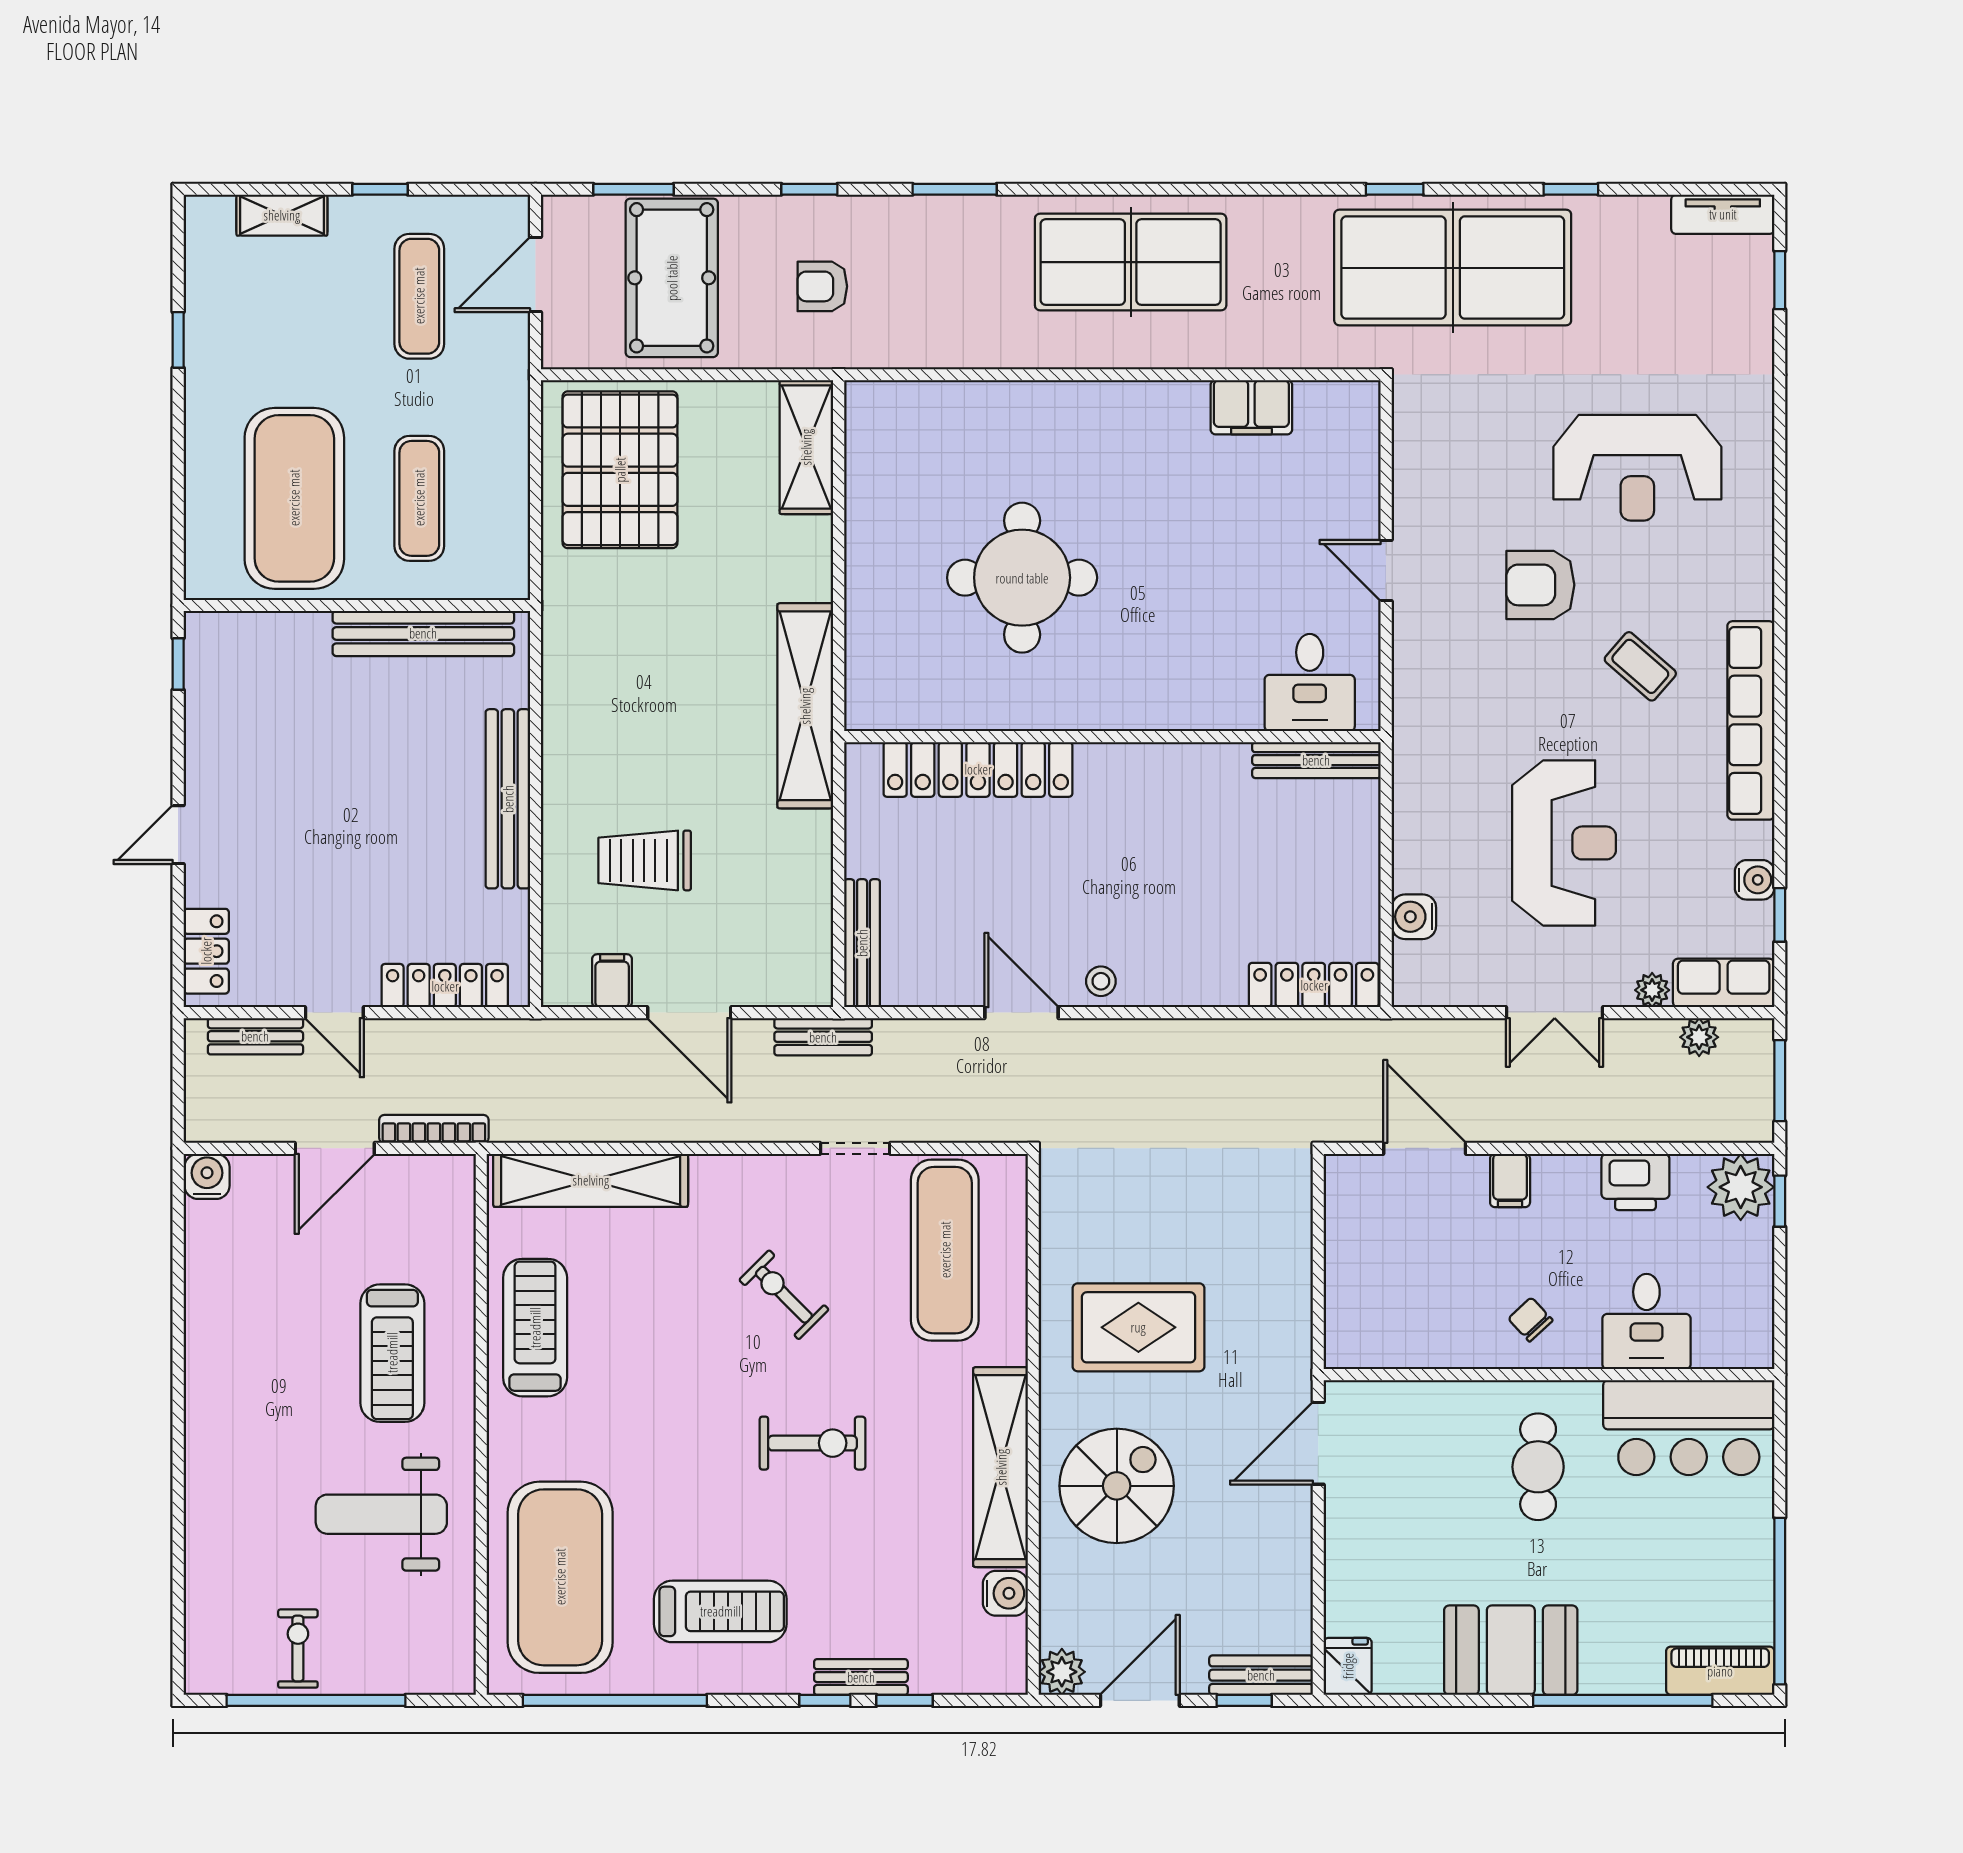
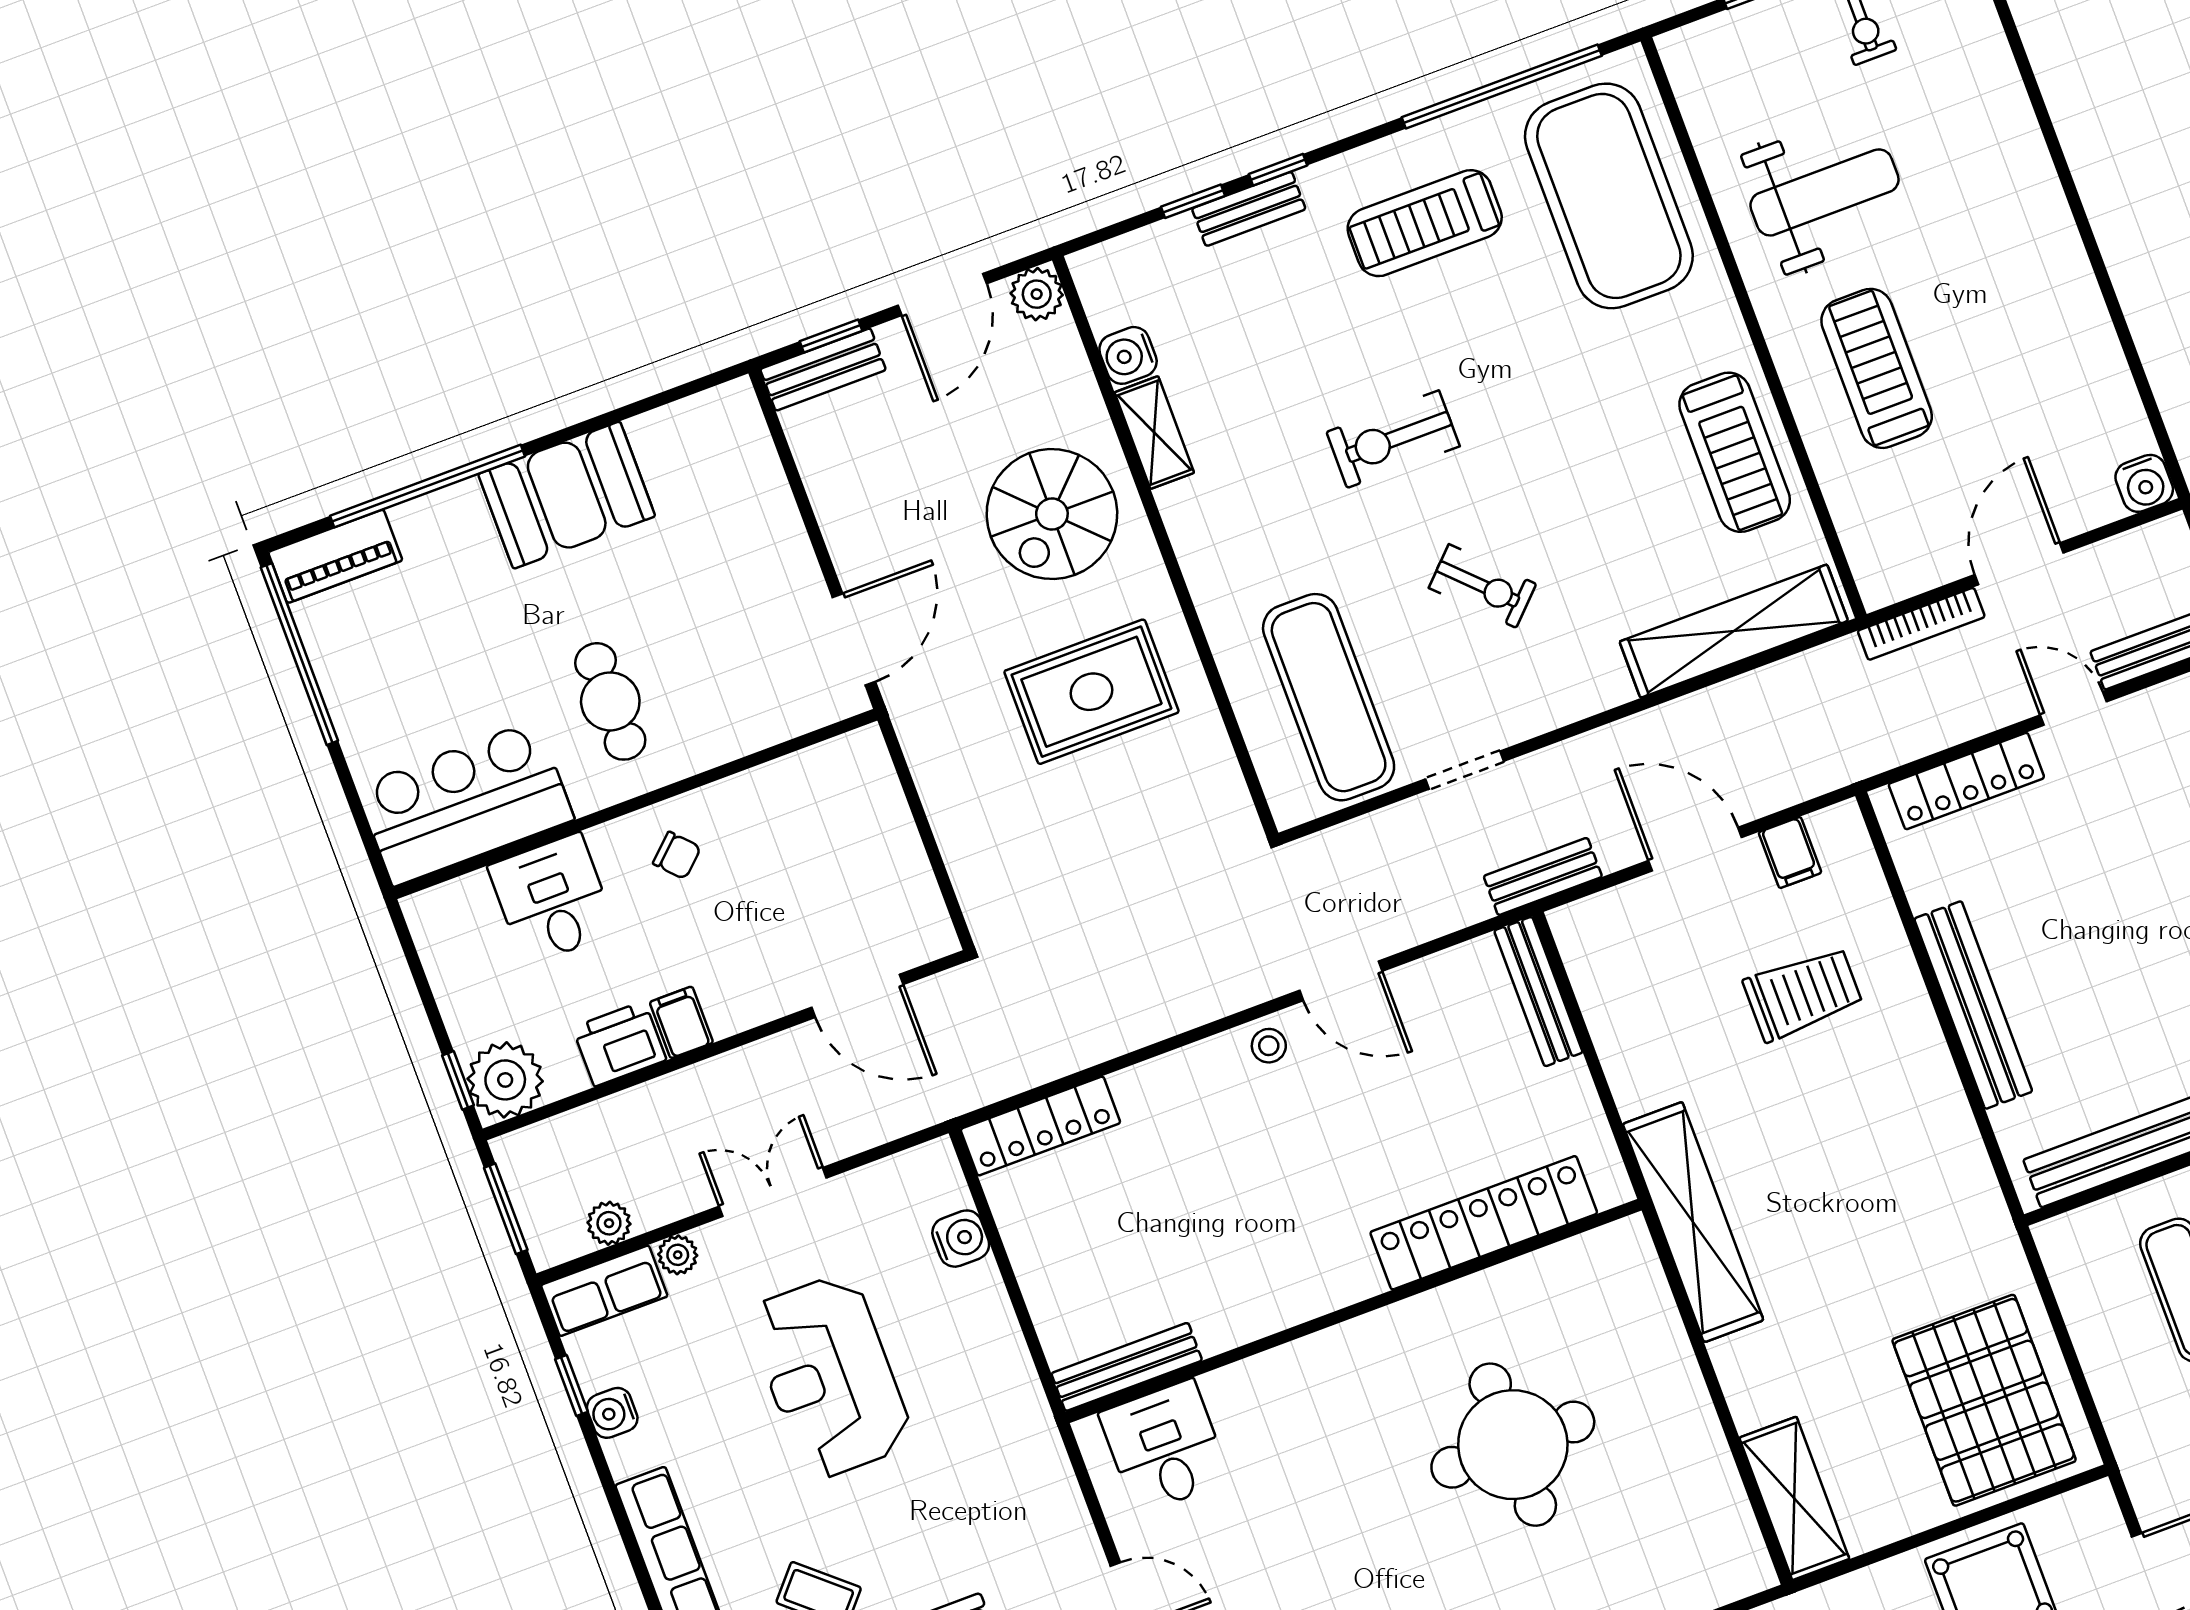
filing cabinet: (1510, 1180) -> (681, 1022), moved
shelving: (1001, 1467) -> (1154, 433), width x0.45, depth x0.75
fridge: (1348, 1666) -> (734, 413), removed

